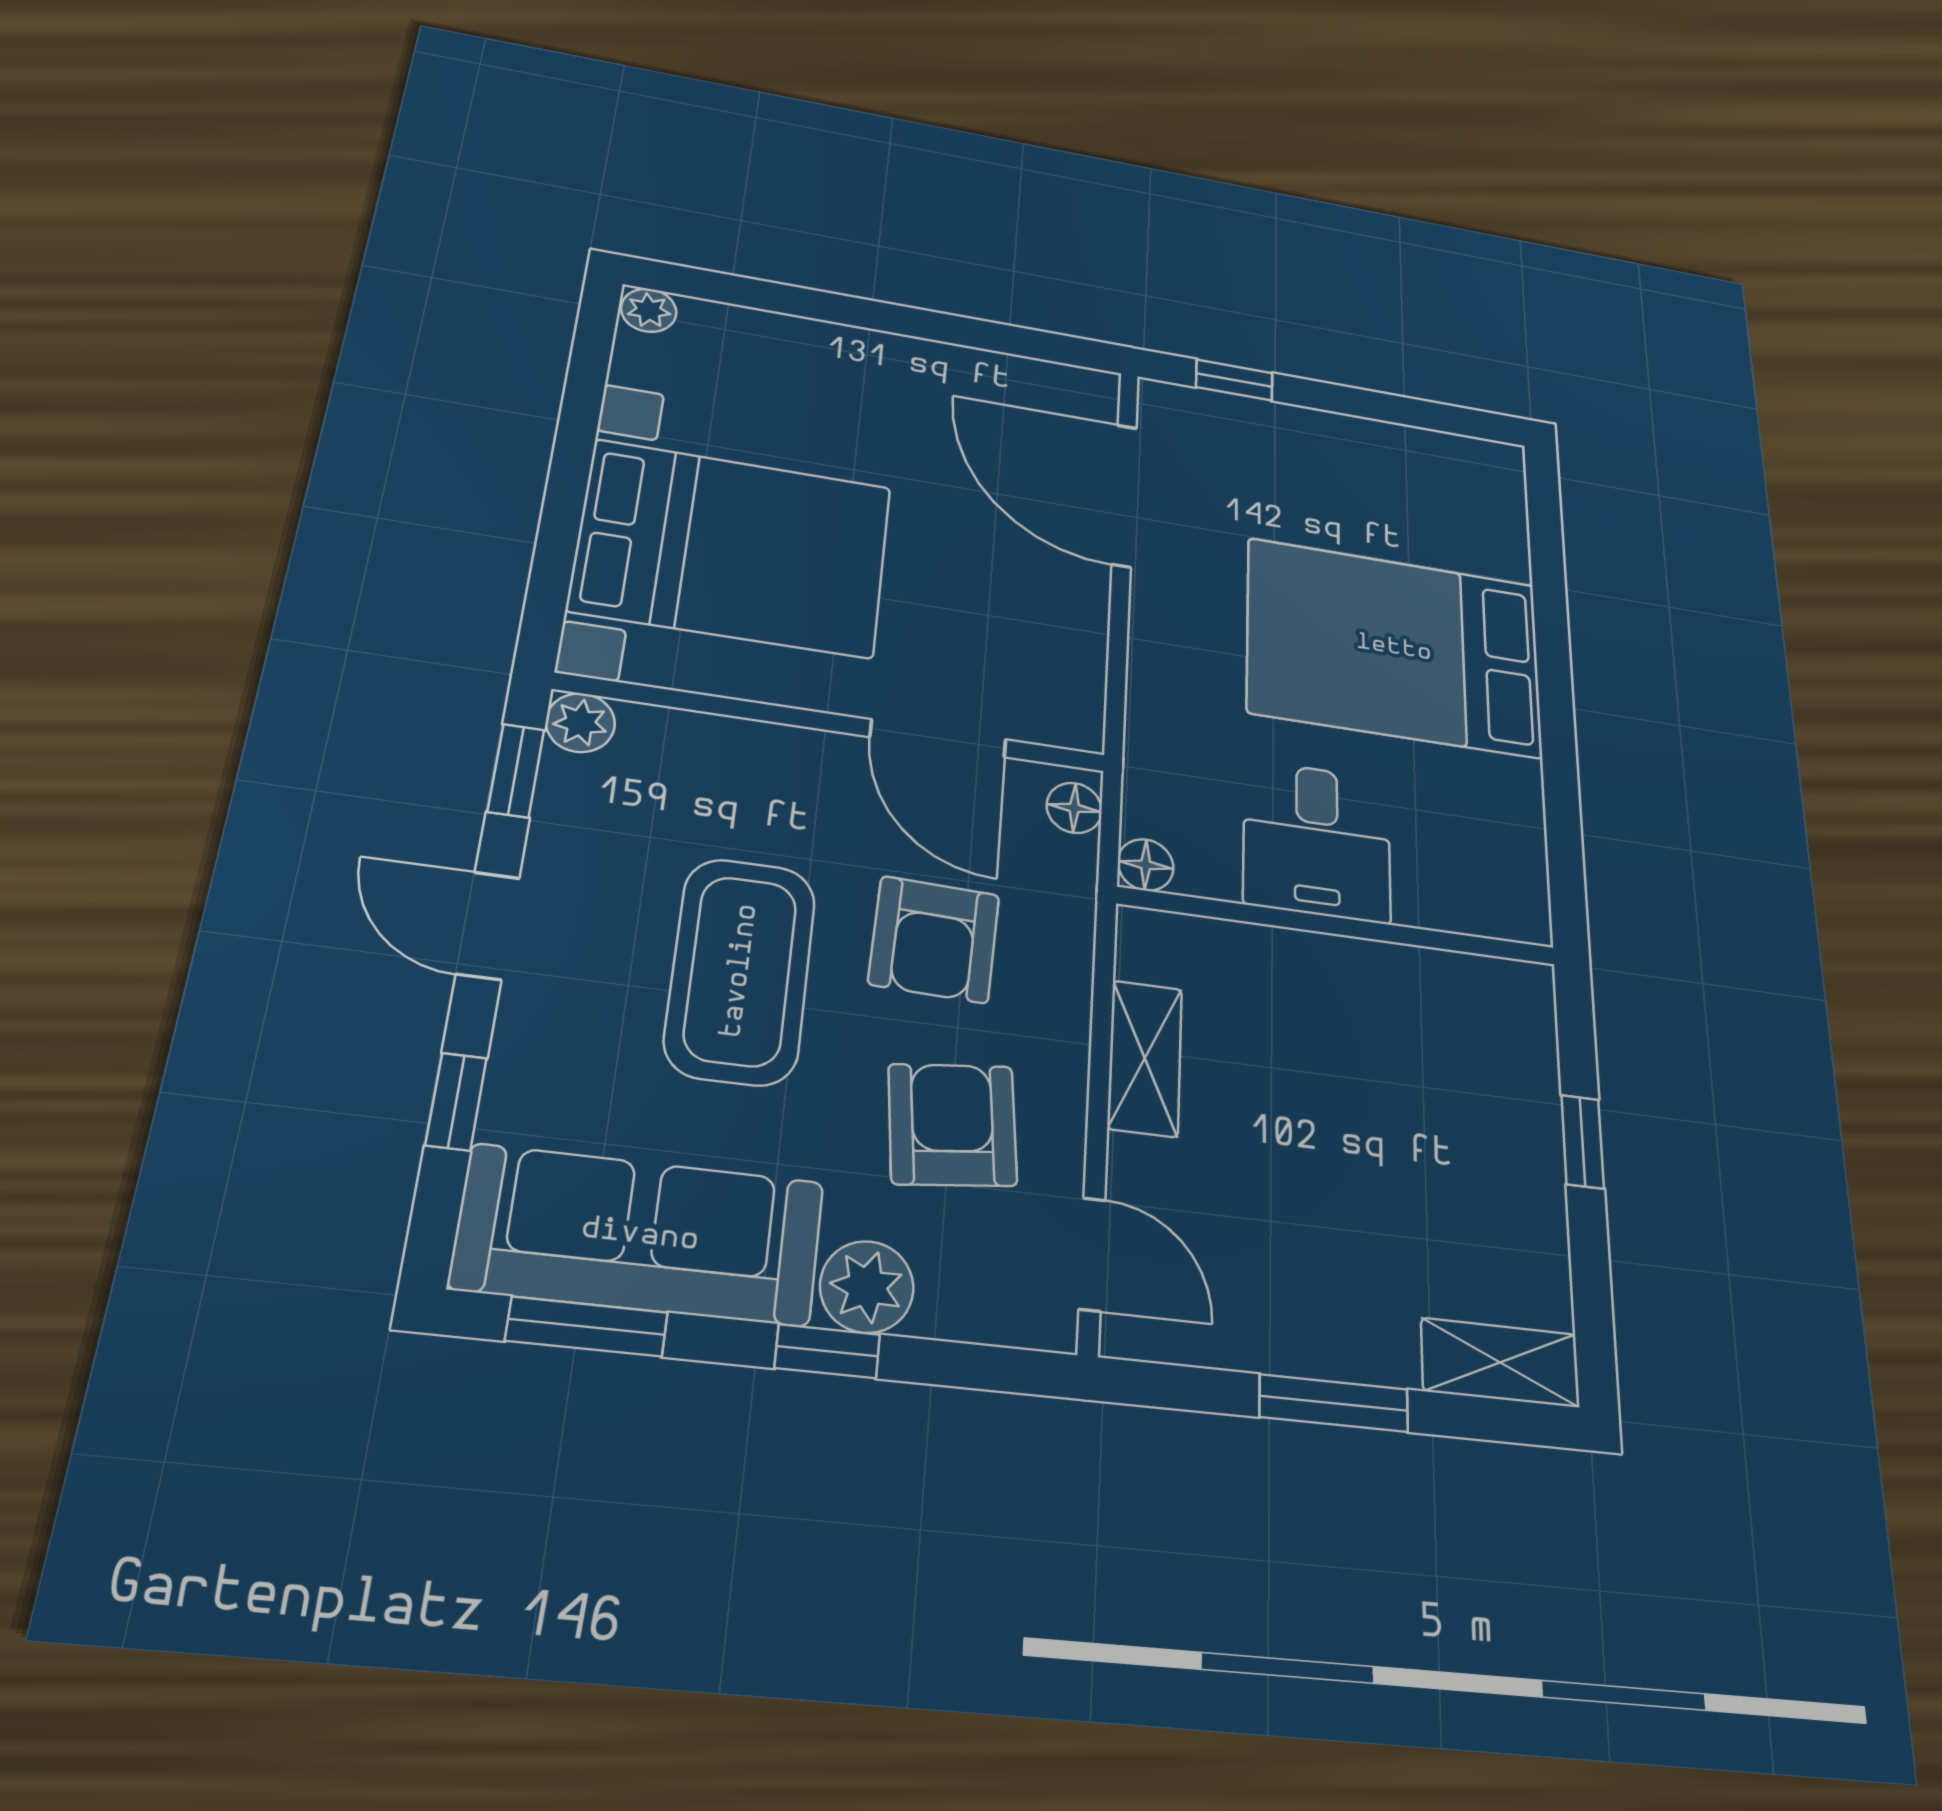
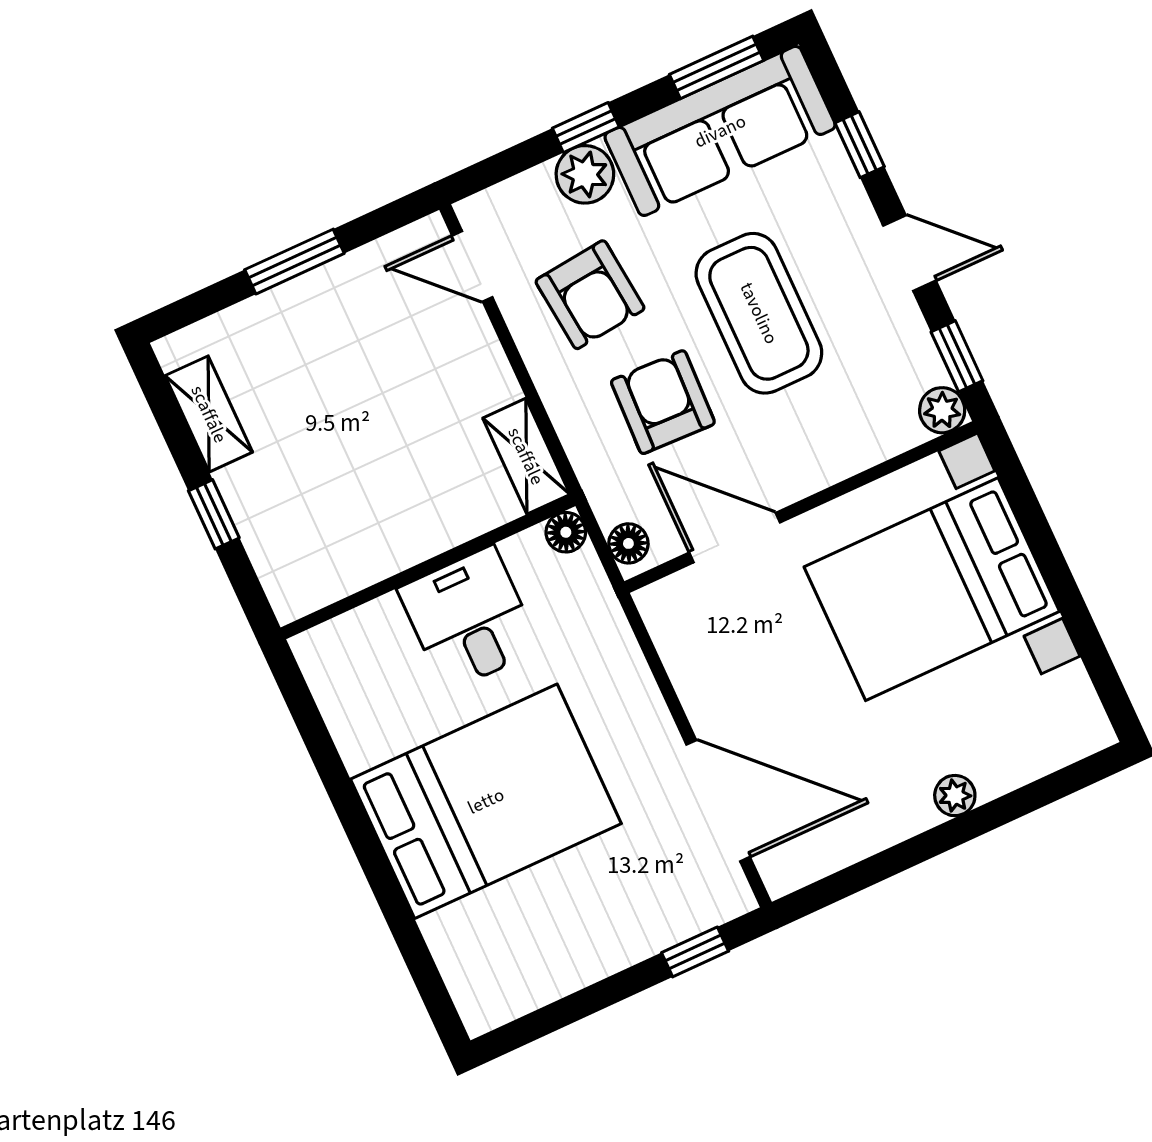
plant: (649, 310) -> (955, 796), moved
shelving: (1145, 1058) -> (526, 456), moved
shelving: (1500, 1363) -> (209, 414), moved, turned 90

